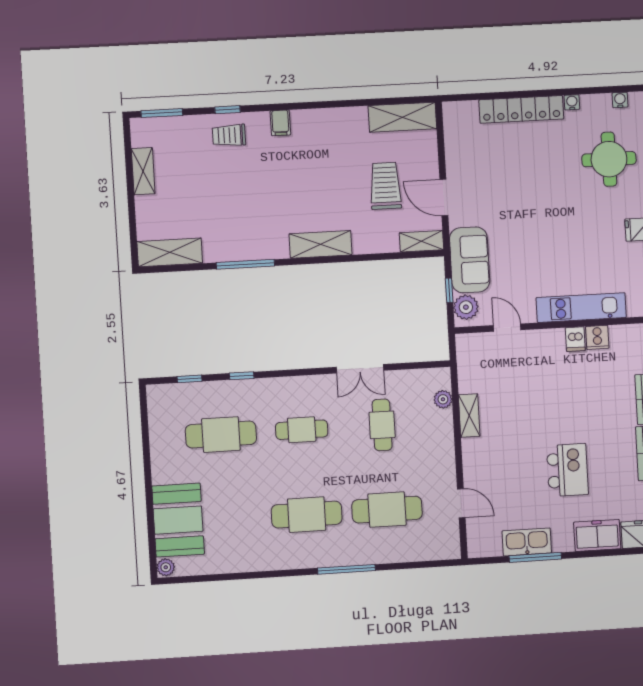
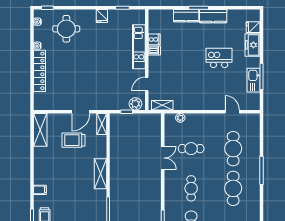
sofa: (470, 260) -> (112, 101), removed
shelving: (469, 416) -> (162, 105), moved
door: (461, 503) -> (232, 112), hinge flipped

